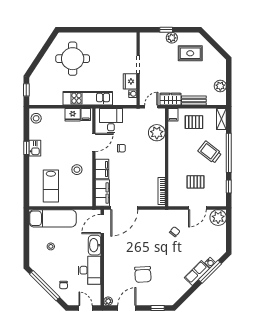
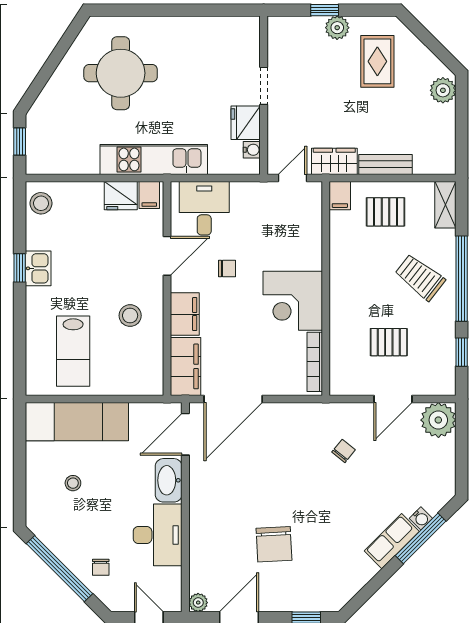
rug: (190, 53) -> (377, 61), turned 90
plant: (220, 86) -> (443, 90), moved
plant: (157, 133) -> (304, 235), removed
corner desk: (151, 163) -> (293, 301), added

